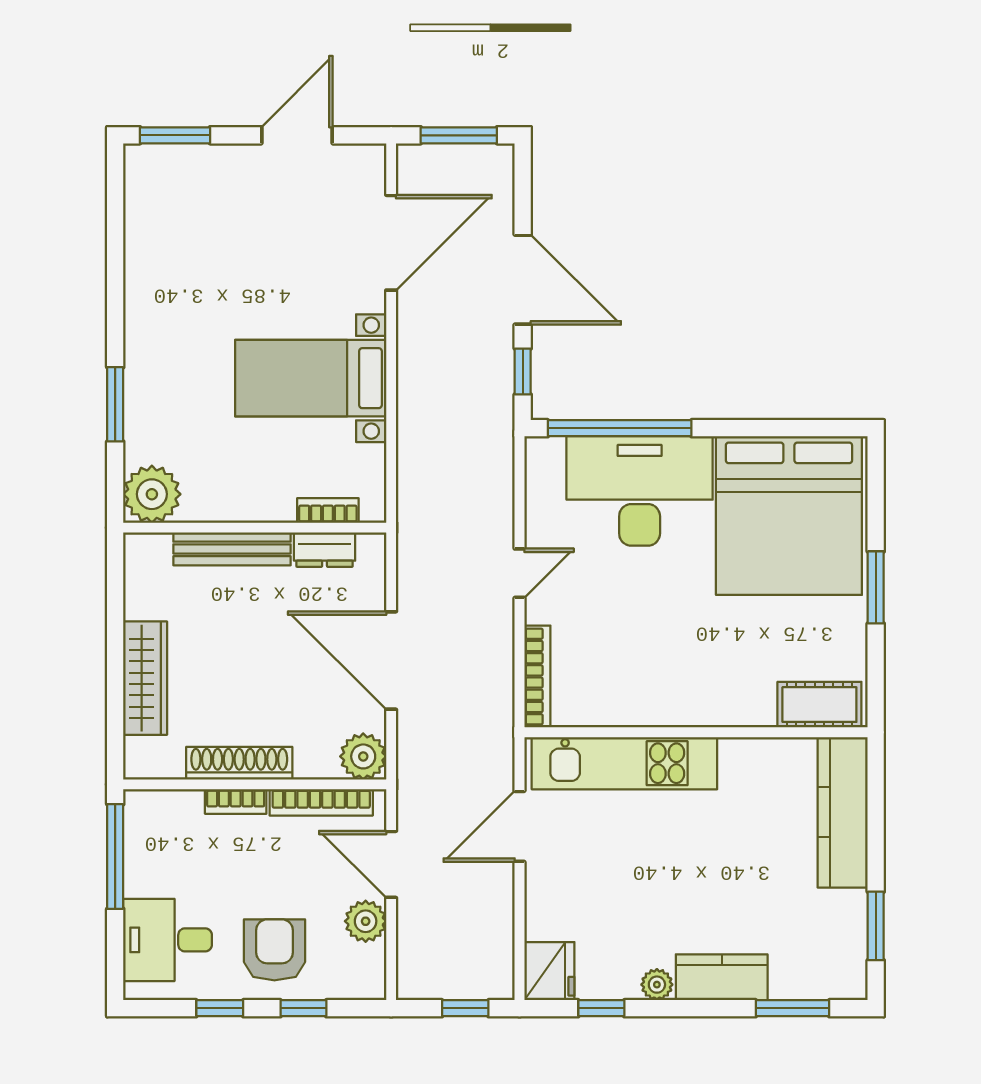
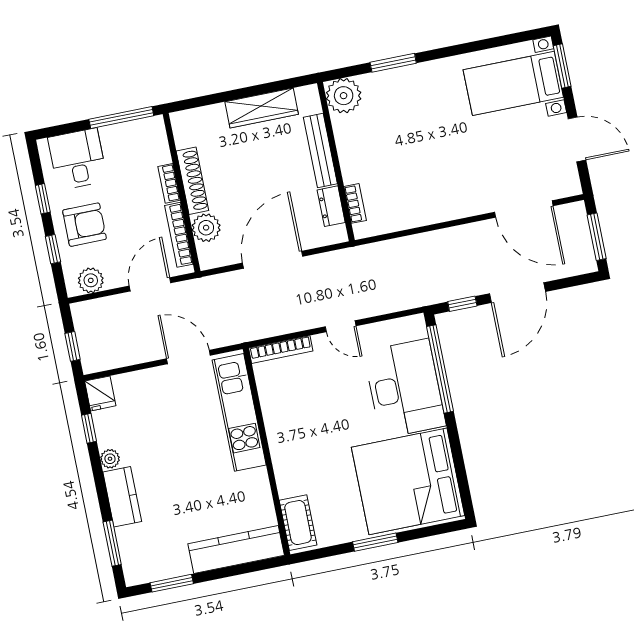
bed with nightstands: (311, 378) -> (513, 83), moved, turned -90
wardrobe: (145, 678) -> (262, 108), moved
plant: (363, 756) -> (206, 228), moved
plant: (366, 921) -> (91, 280), moved
fridge: (549, 971) -> (100, 393), width x0.72

